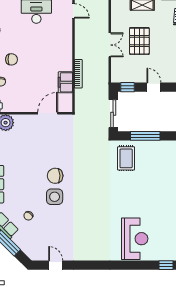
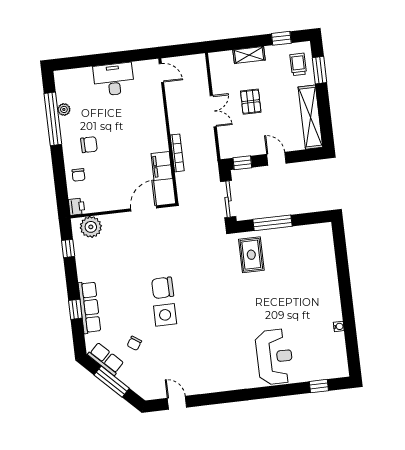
pallet: (139, 41) -> (251, 102), width x0.67, depth x0.71

